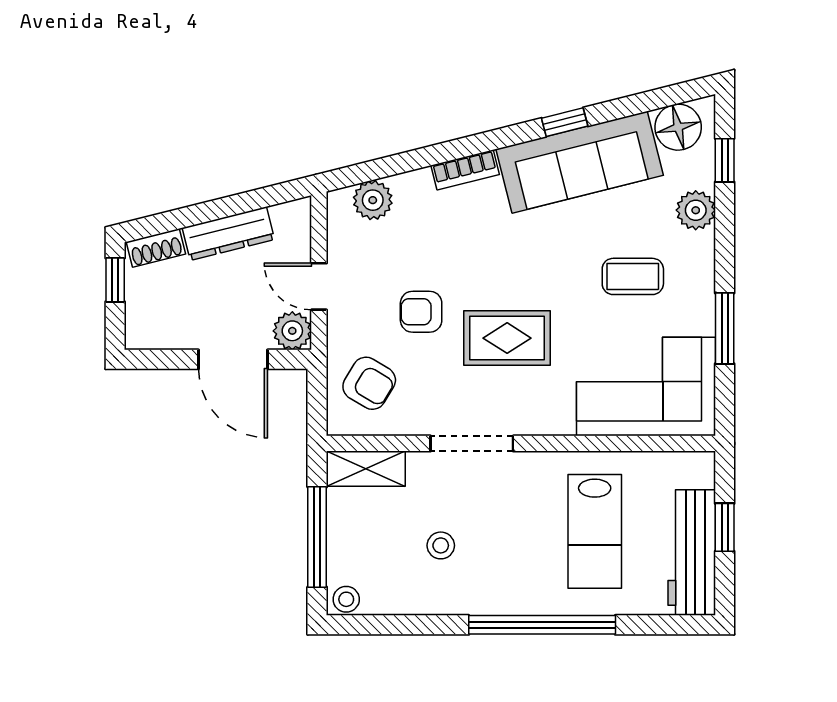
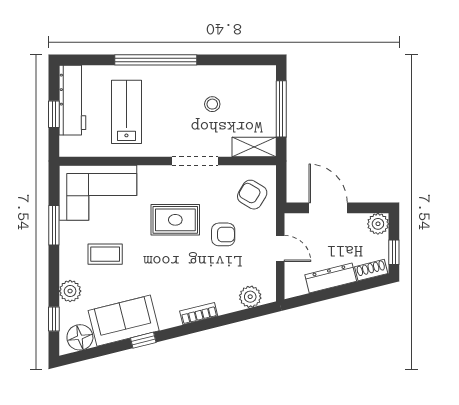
sofa: (580, 162) -> (124, 321), width x0.73
plant: (292, 331) -> (378, 224), moved
stool: (346, 599) -> (265, 74), removed

